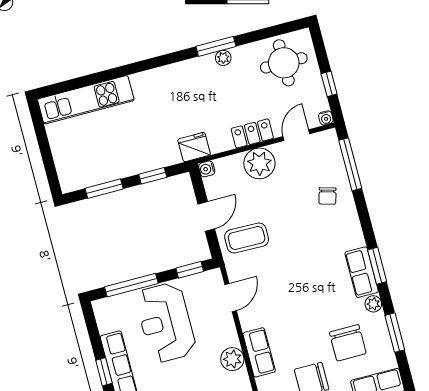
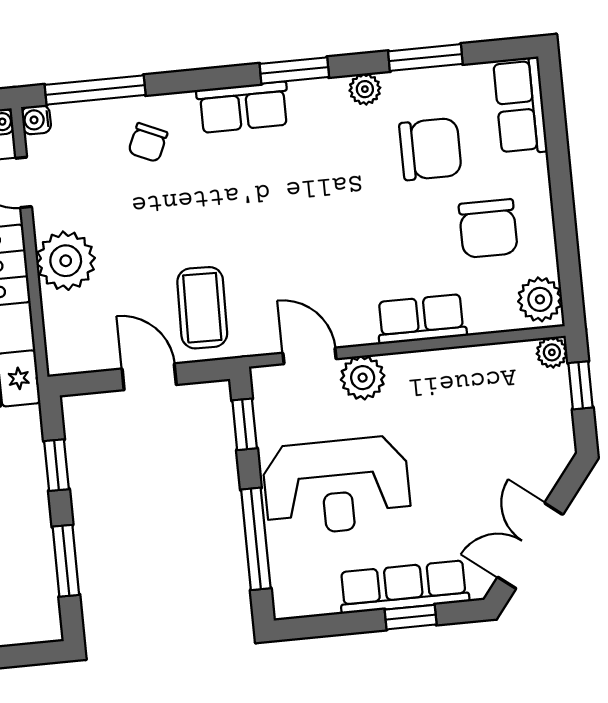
water cooler: (207, 169) -> (36, 120), moved, turned 90
chair: (327, 196) -> (148, 143), turned 98
row of seats: (362, 272) -> (243, 107), moved
plant: (232, 359) -> (363, 378), moved

